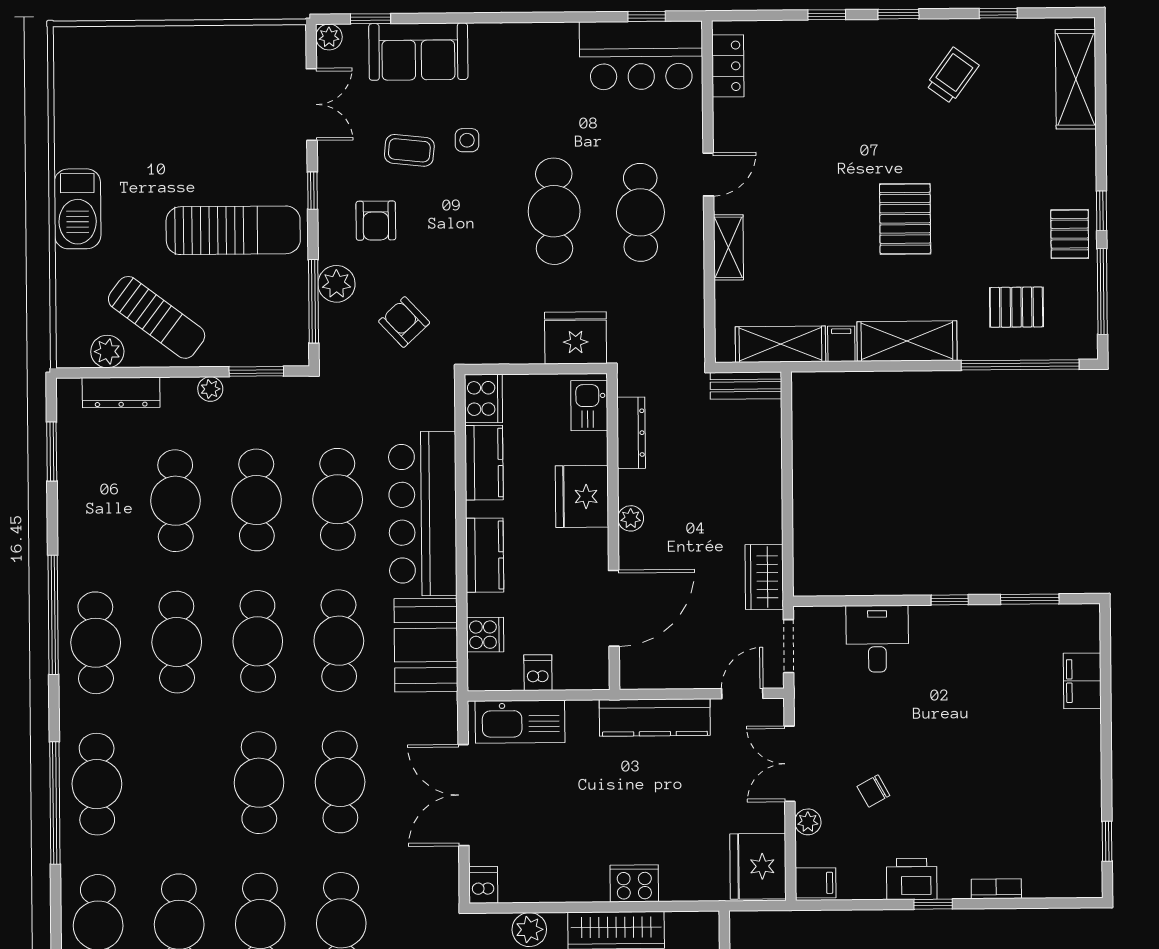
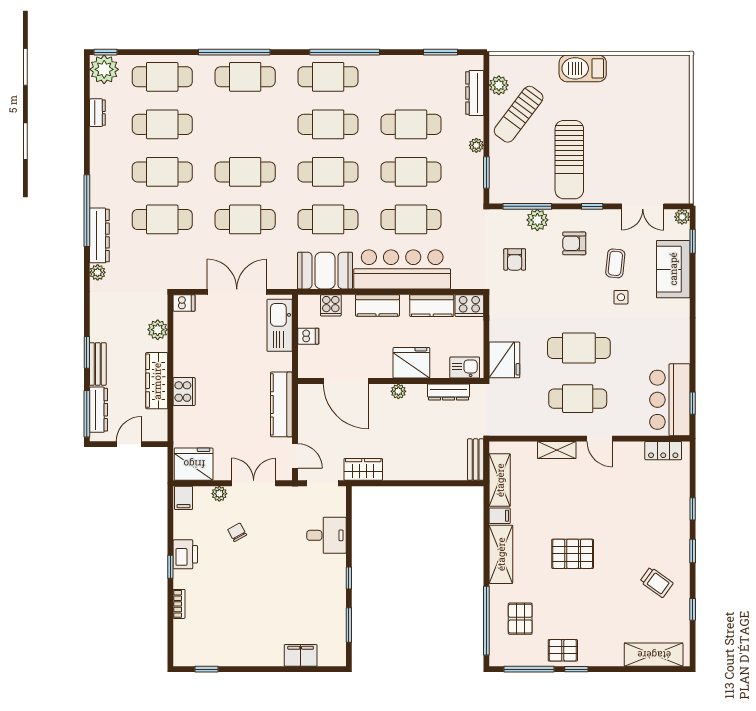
armchair: (404, 322) -> (515, 259), turned 133

